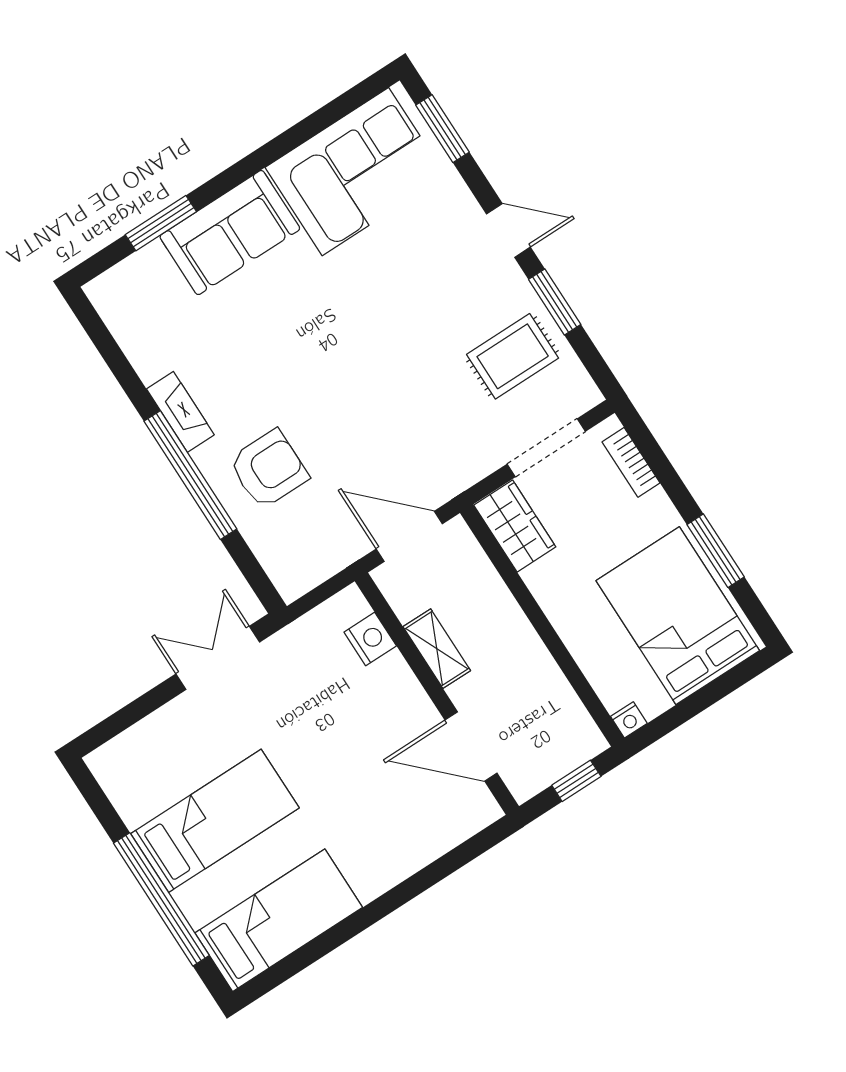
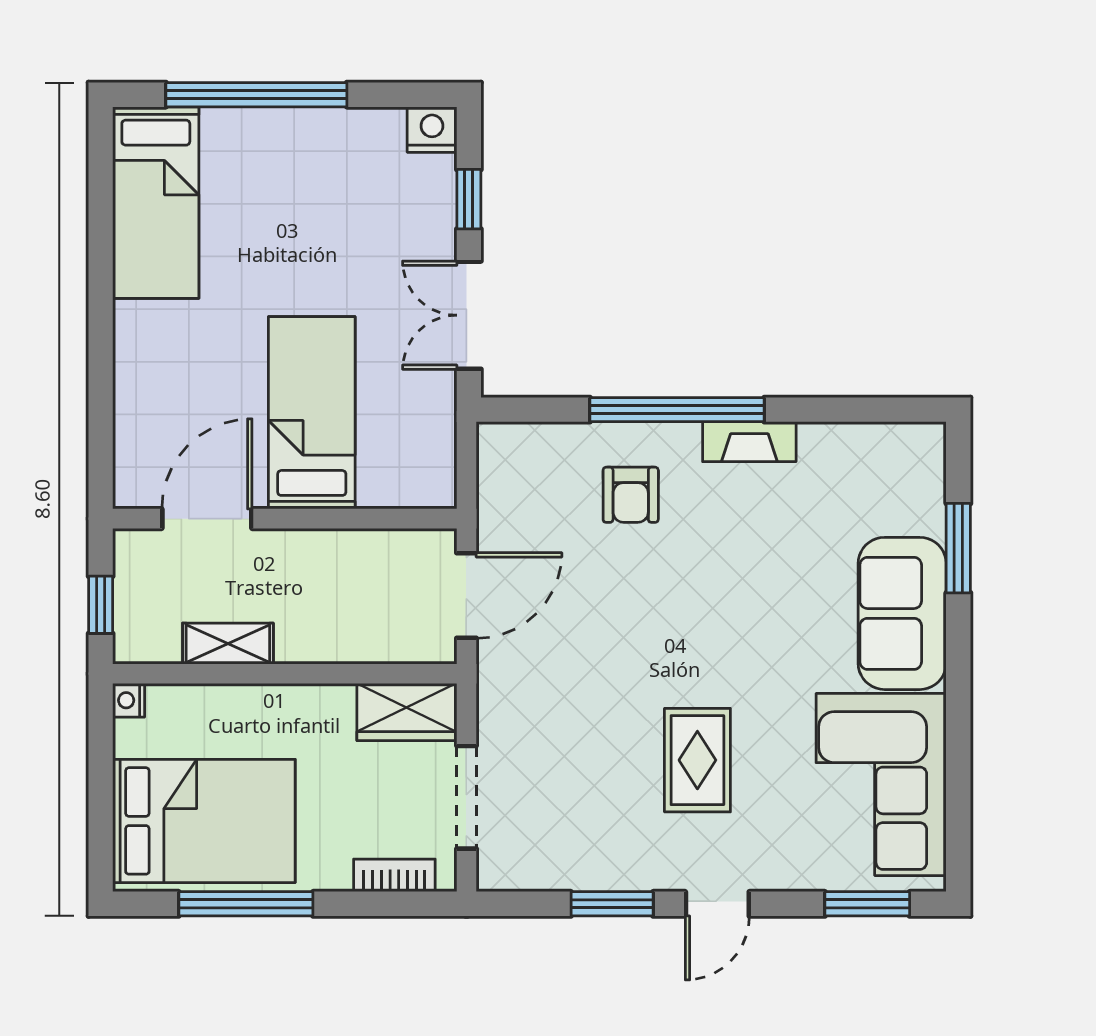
rug: (513, 356) -> (697, 760), moved
armchair: (269, 469) -> (631, 495), width x0.72, depth x0.72
window: (716, 551) -> (246, 904), width x1.44
nightstand: (370, 639) -> (432, 130), moved, turned 180
shelving: (437, 649) -> (228, 644), moved
double door: (218, 658) -> (469, 315), swing flipped
window: (139, 709) -> (469, 199), added
bed: (215, 821) -> (312, 413), moved, turned 180

